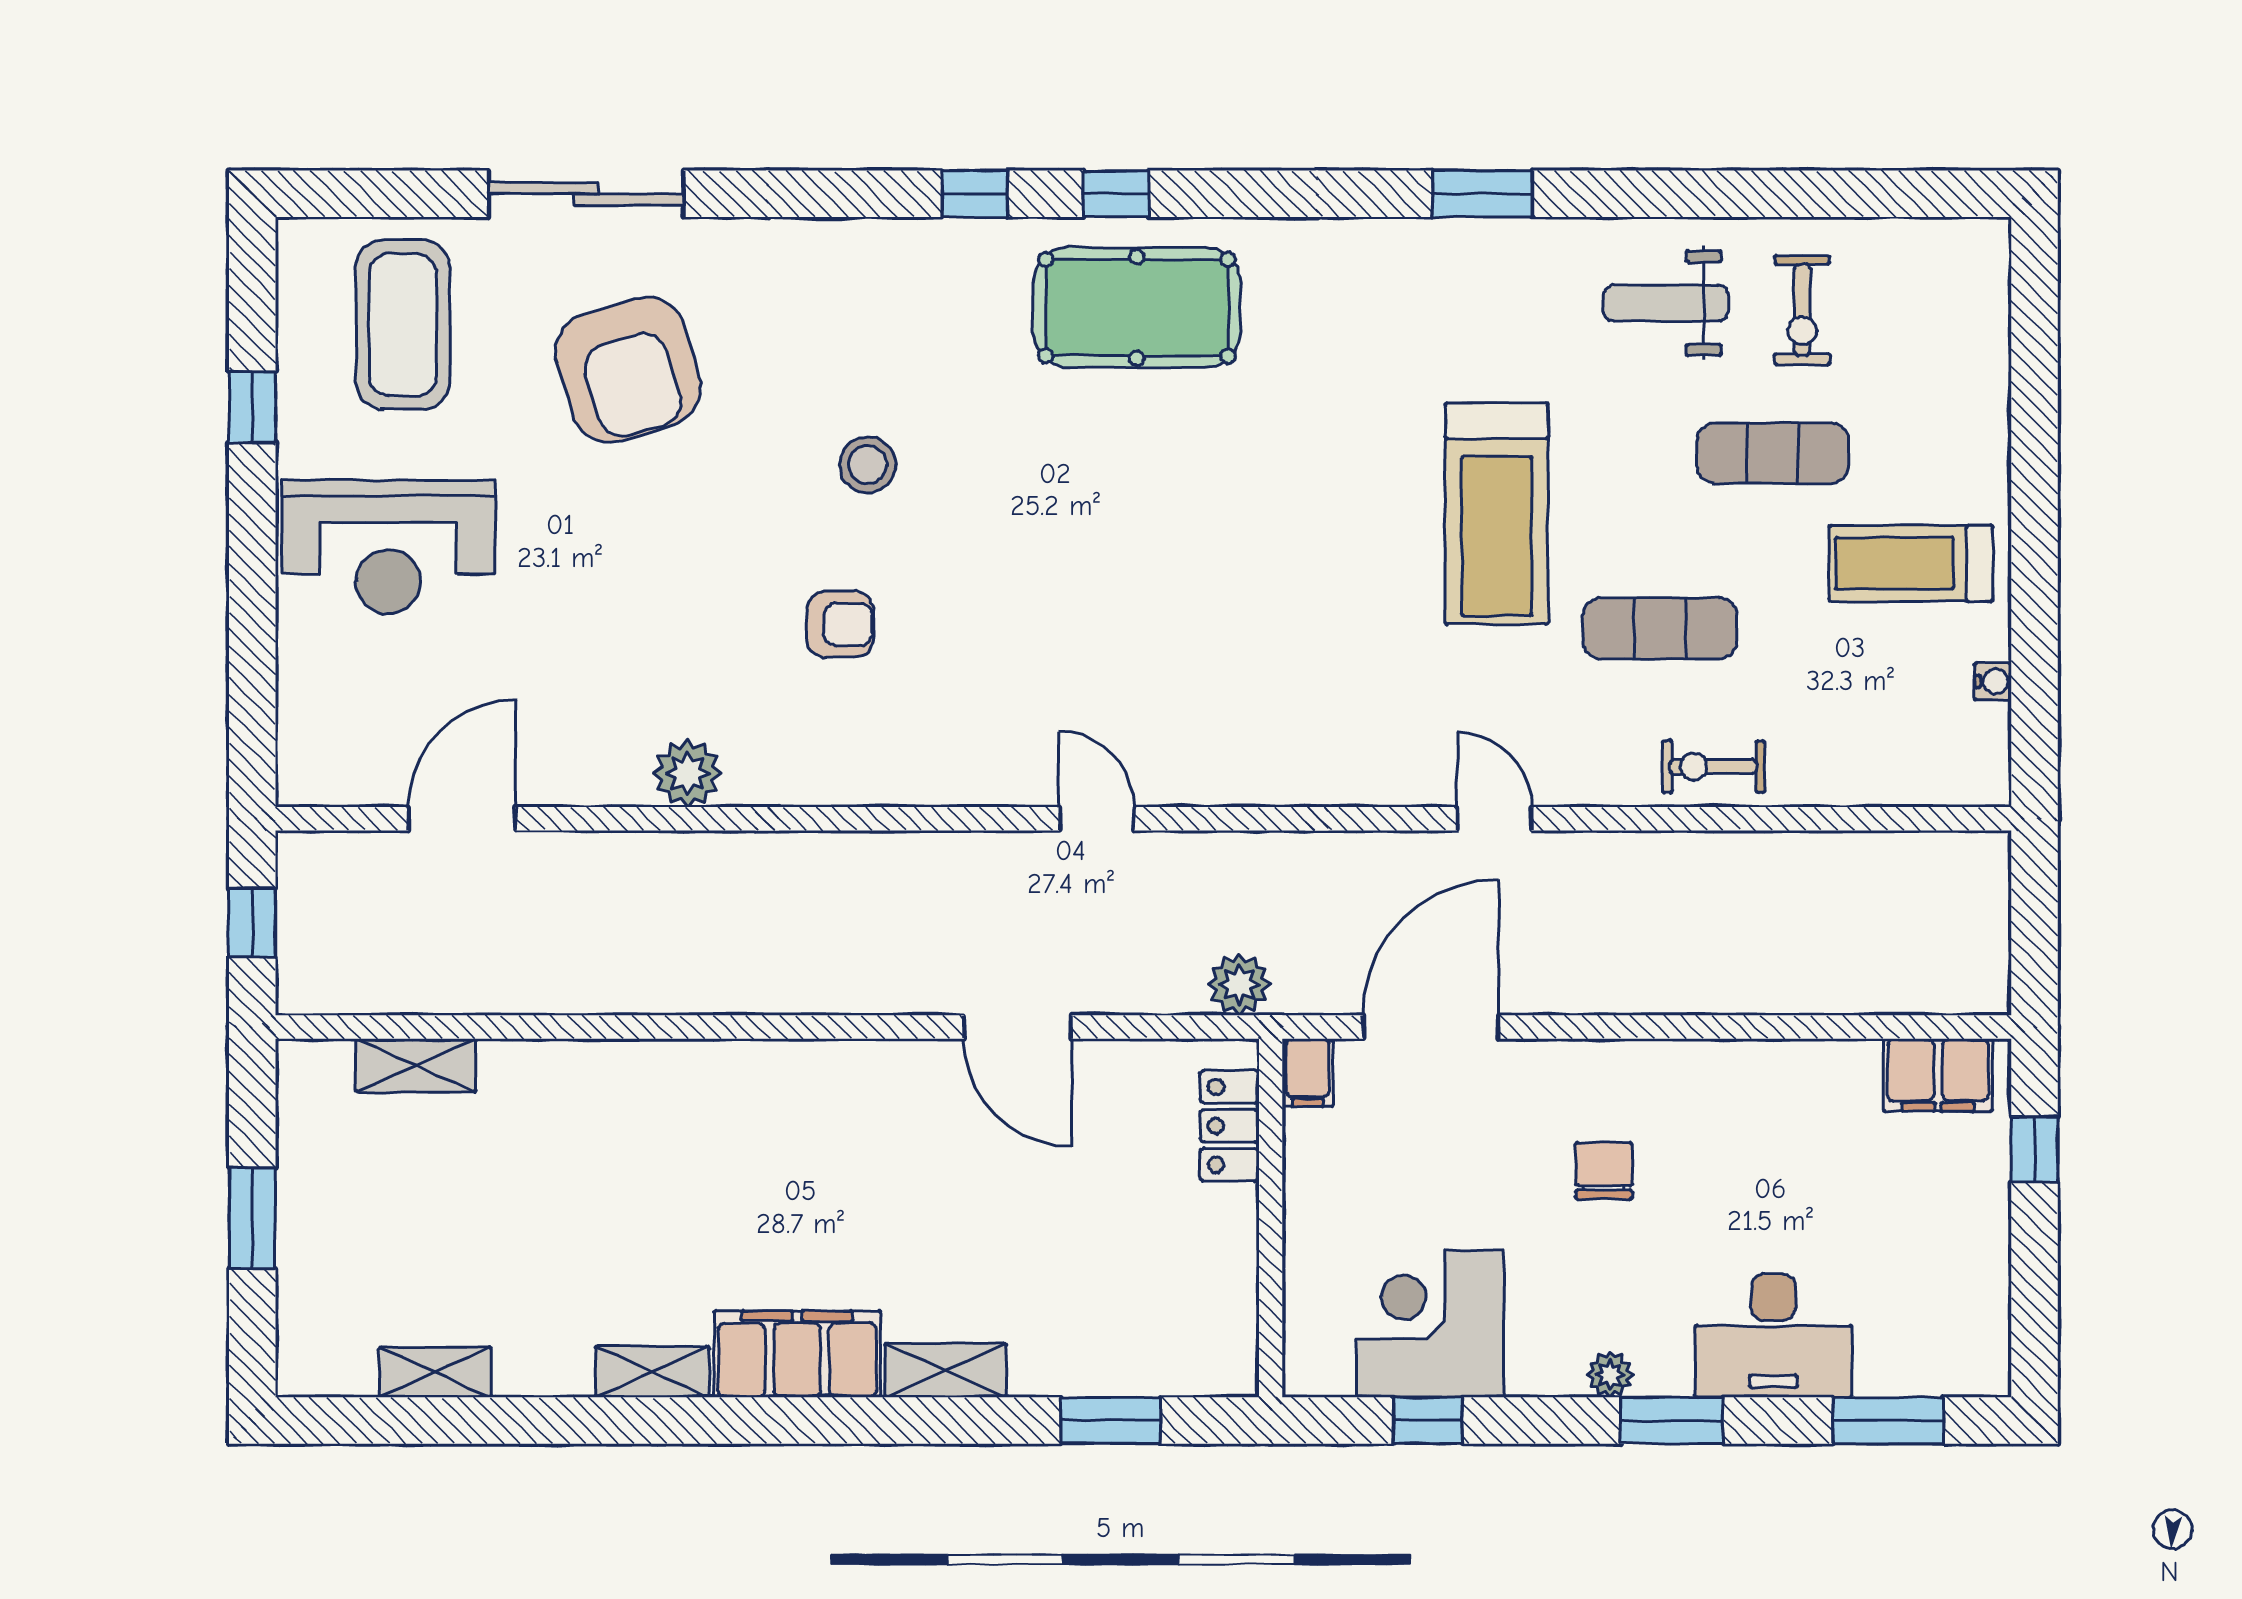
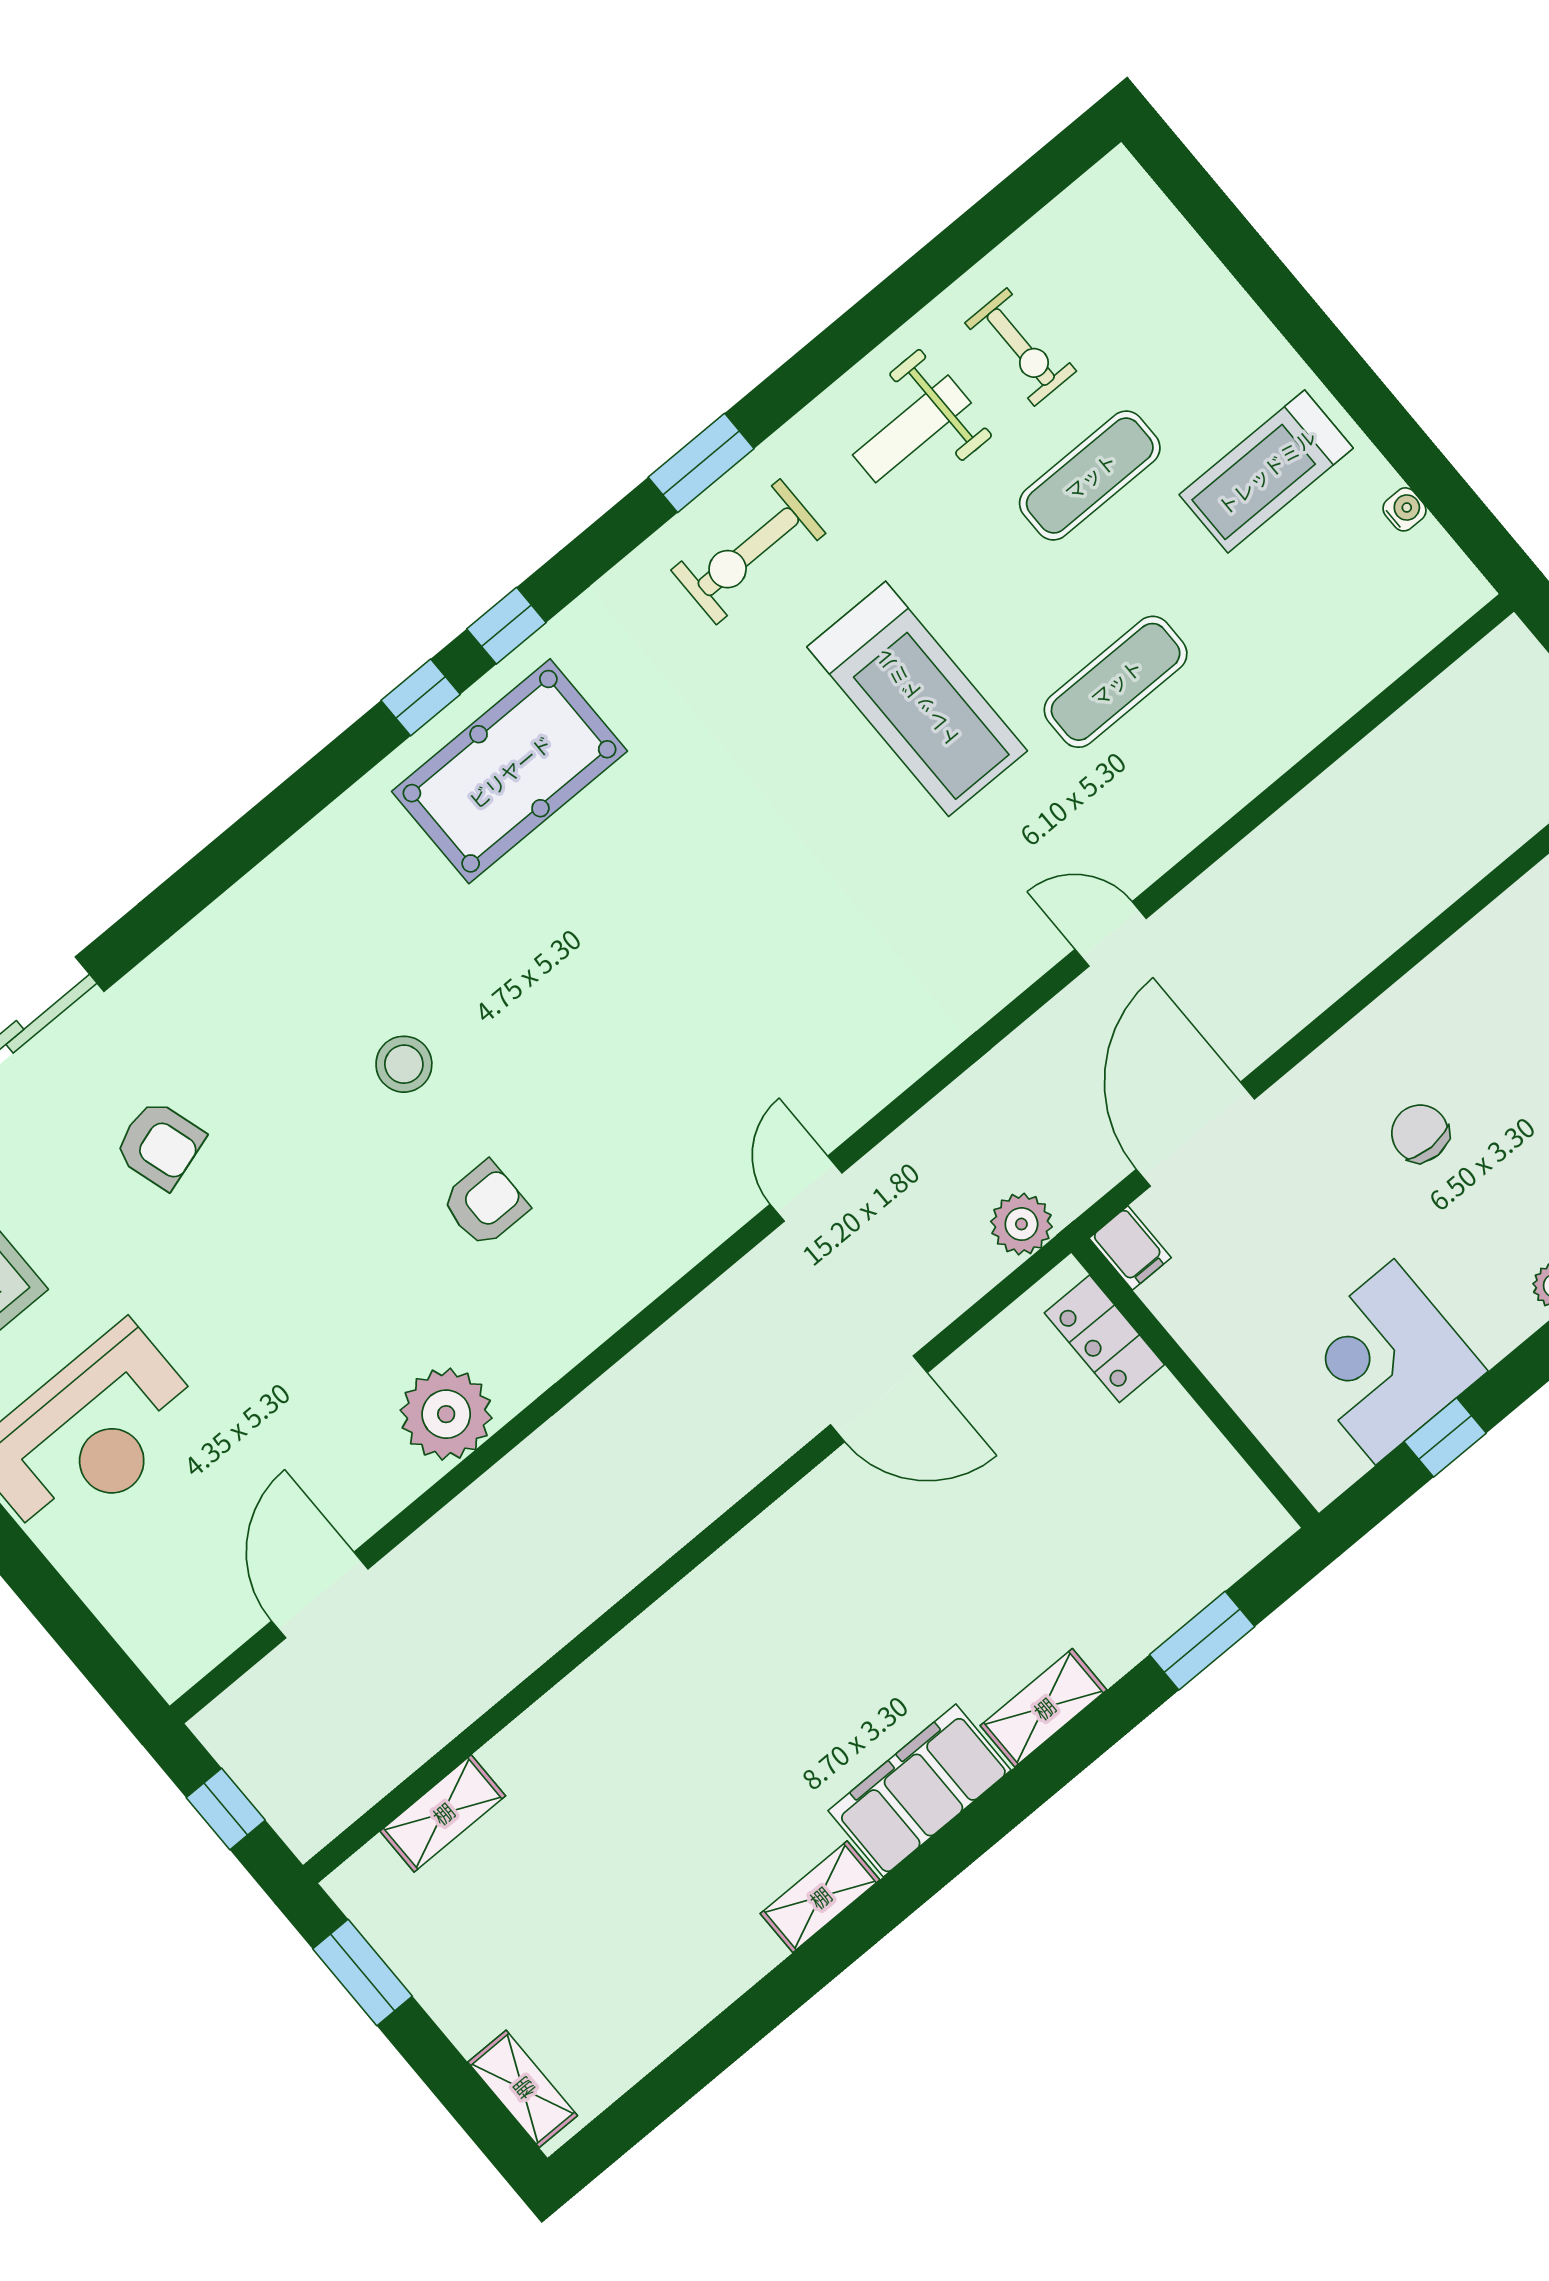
window: (975, 194) -> (506, 626), moved
armchair: (628, 370) -> (160, 1145), width x0.53, depth x0.53
exercise bike: (1713, 767) -> (748, 552), moved, width x1.38, depth x1.39
plant: (688, 773) -> (446, 1414), width x1.36, depth x1.36
door: (1097, 819) -> (806, 1189), hinge flipped
window: (252, 1218) -> (363, 1972), moved
shelving: (435, 1372) -> (523, 2089), moved, turned 90

